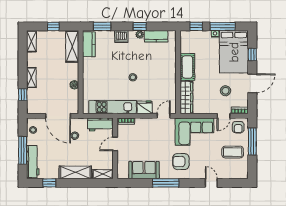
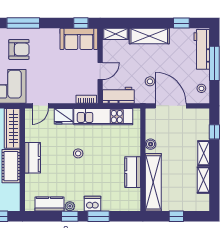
window: (102, 26) -> (98, 216), moved
shelving: (32, 41) -> (203, 180), moved
kitchen counter: (89, 44) -> (133, 172), moved
shelving: (72, 46) -> (153, 182), width x1.47
kitchen counter: (170, 74) -> (33, 158), added
sofa: (144, 170) -> (79, 39), moved
window: (131, 183) -> (81, 23), added
window: (166, 183) -> (23, 23), moved

